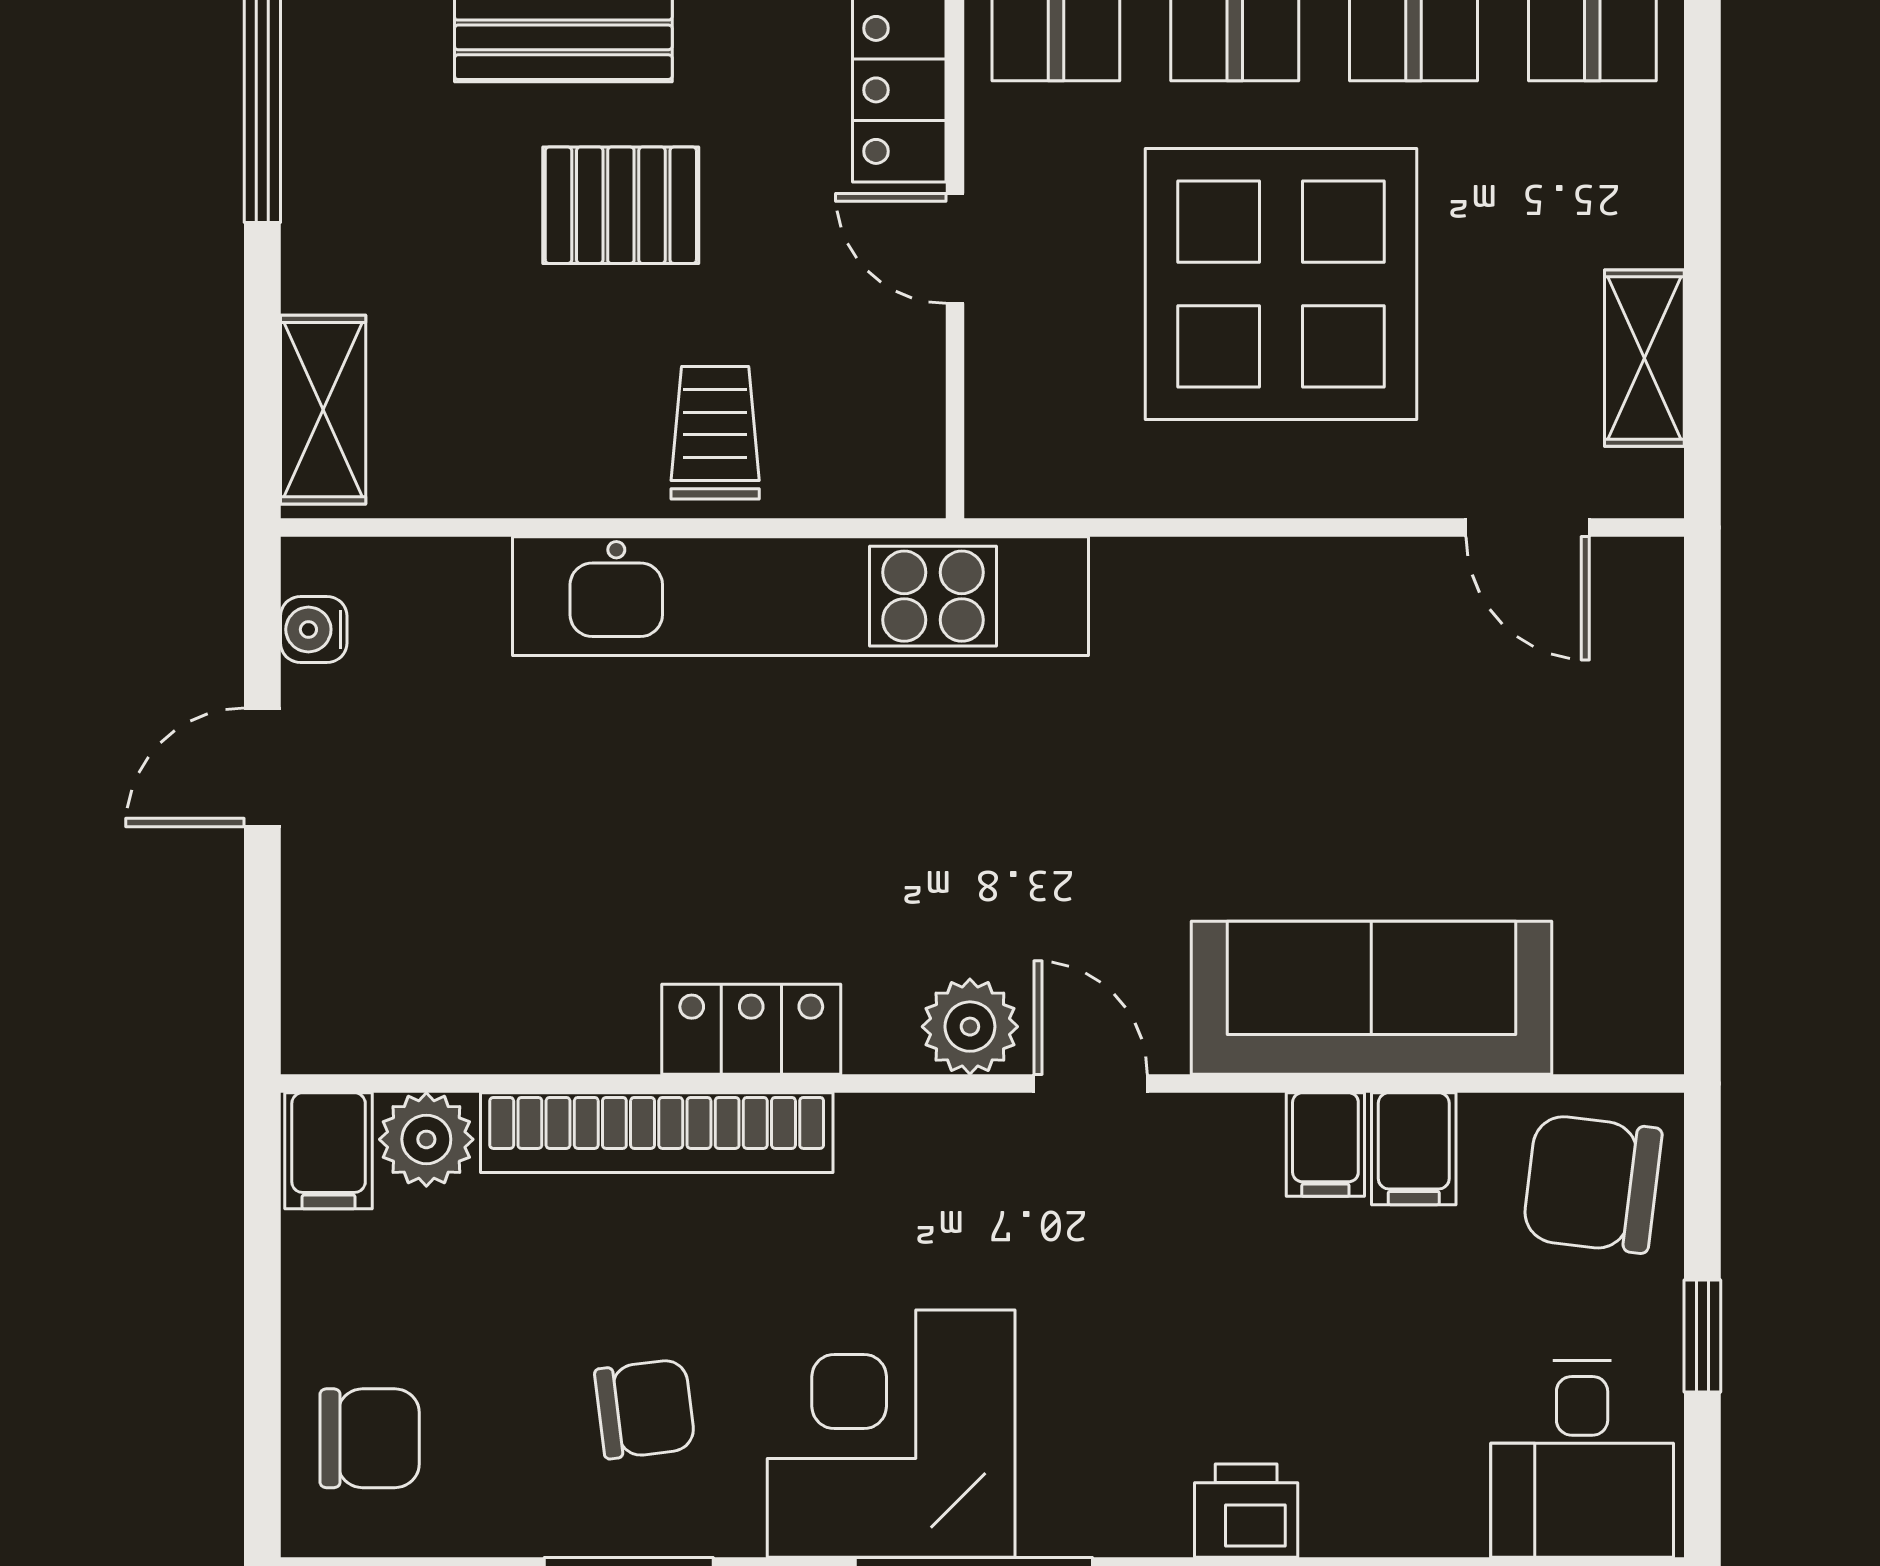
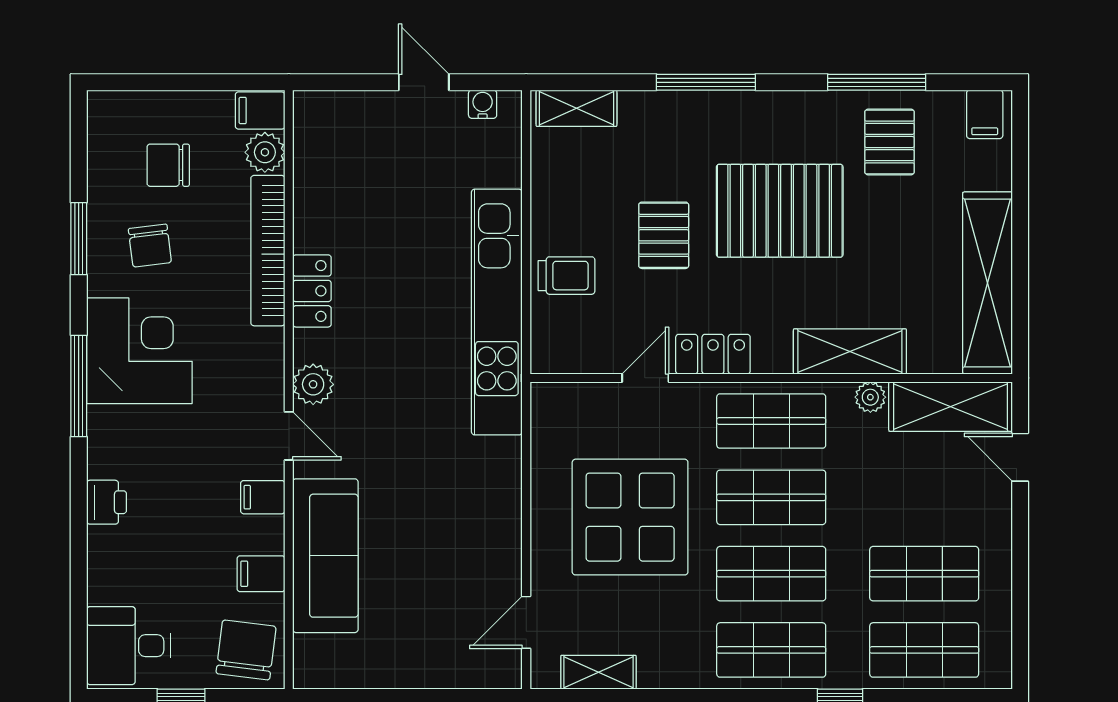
door: (1091, 1083) -> (289, 436), hinge flipped
filing cabinet: (1325, 1145) -> (263, 497), moved
chair: (370, 1438) -> (168, 165), moved, turned 90

